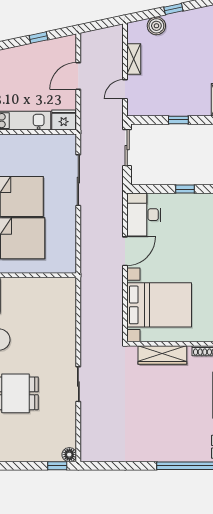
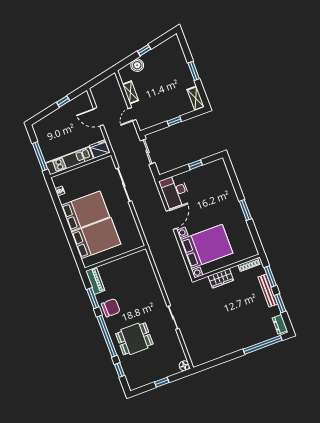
door: (78, 76) -> (98, 117), hinge flipped
wardrobe: (162, 355) -> (221, 278), width x0.67
window: (57, 466) -> (162, 382), moved

